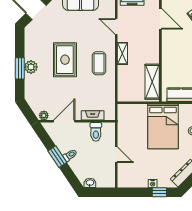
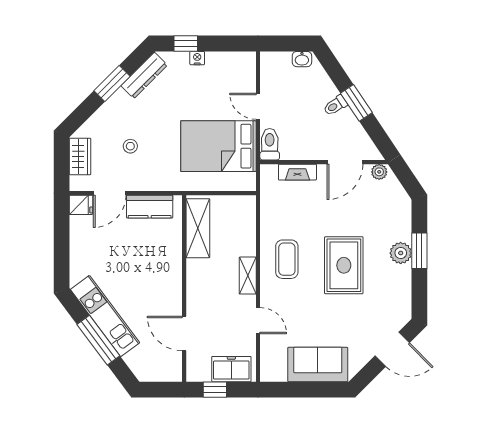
bed: (163, 126) -> (218, 146), moved, turned -90
toilet: (96, 132) -> (270, 144), moved

